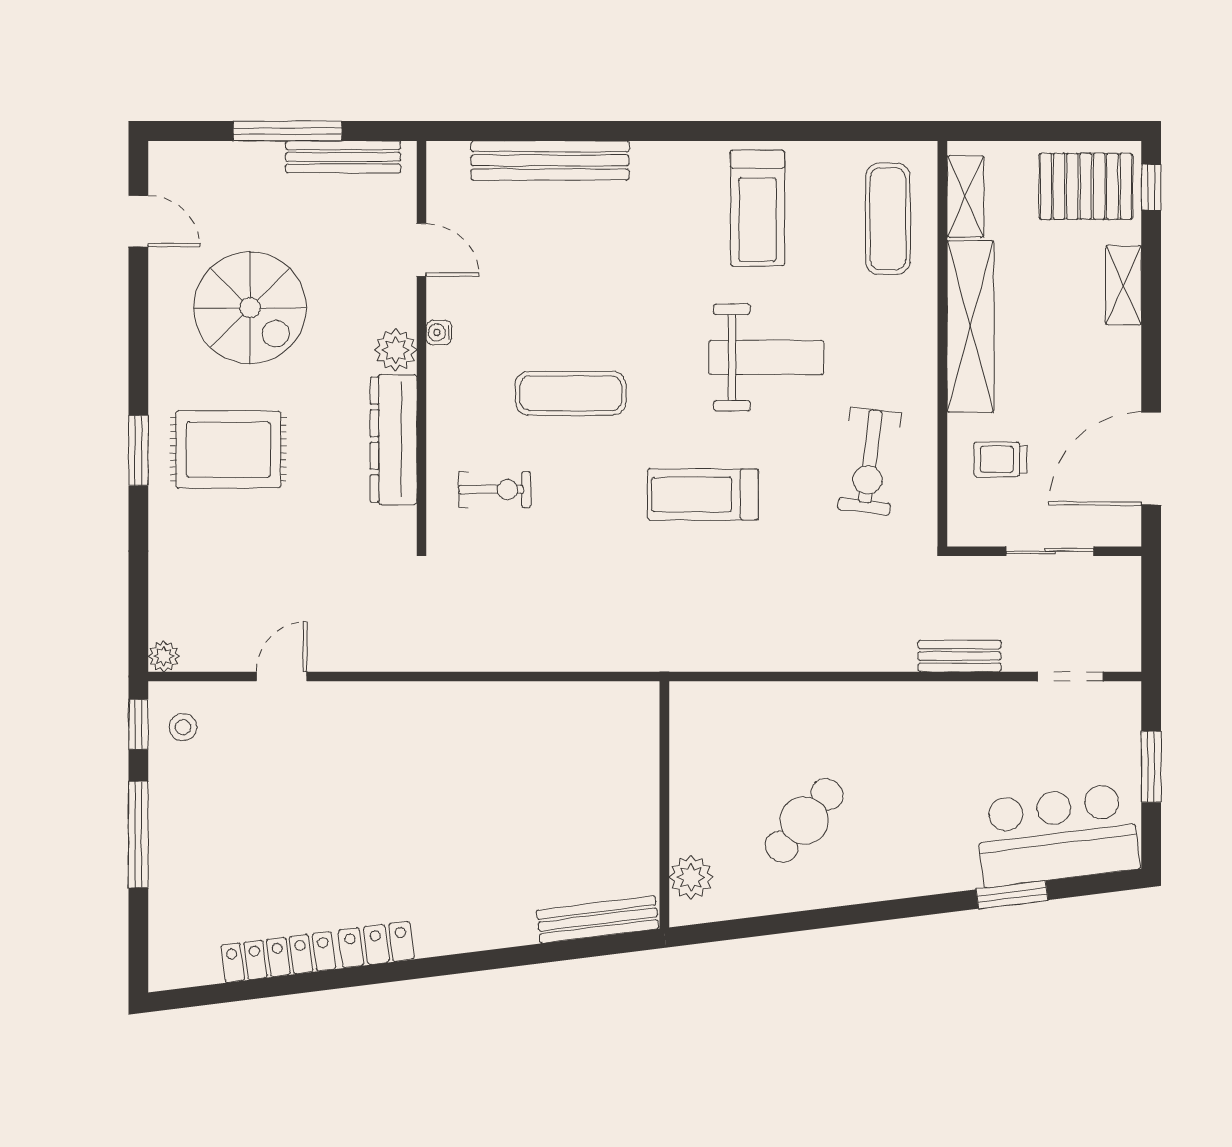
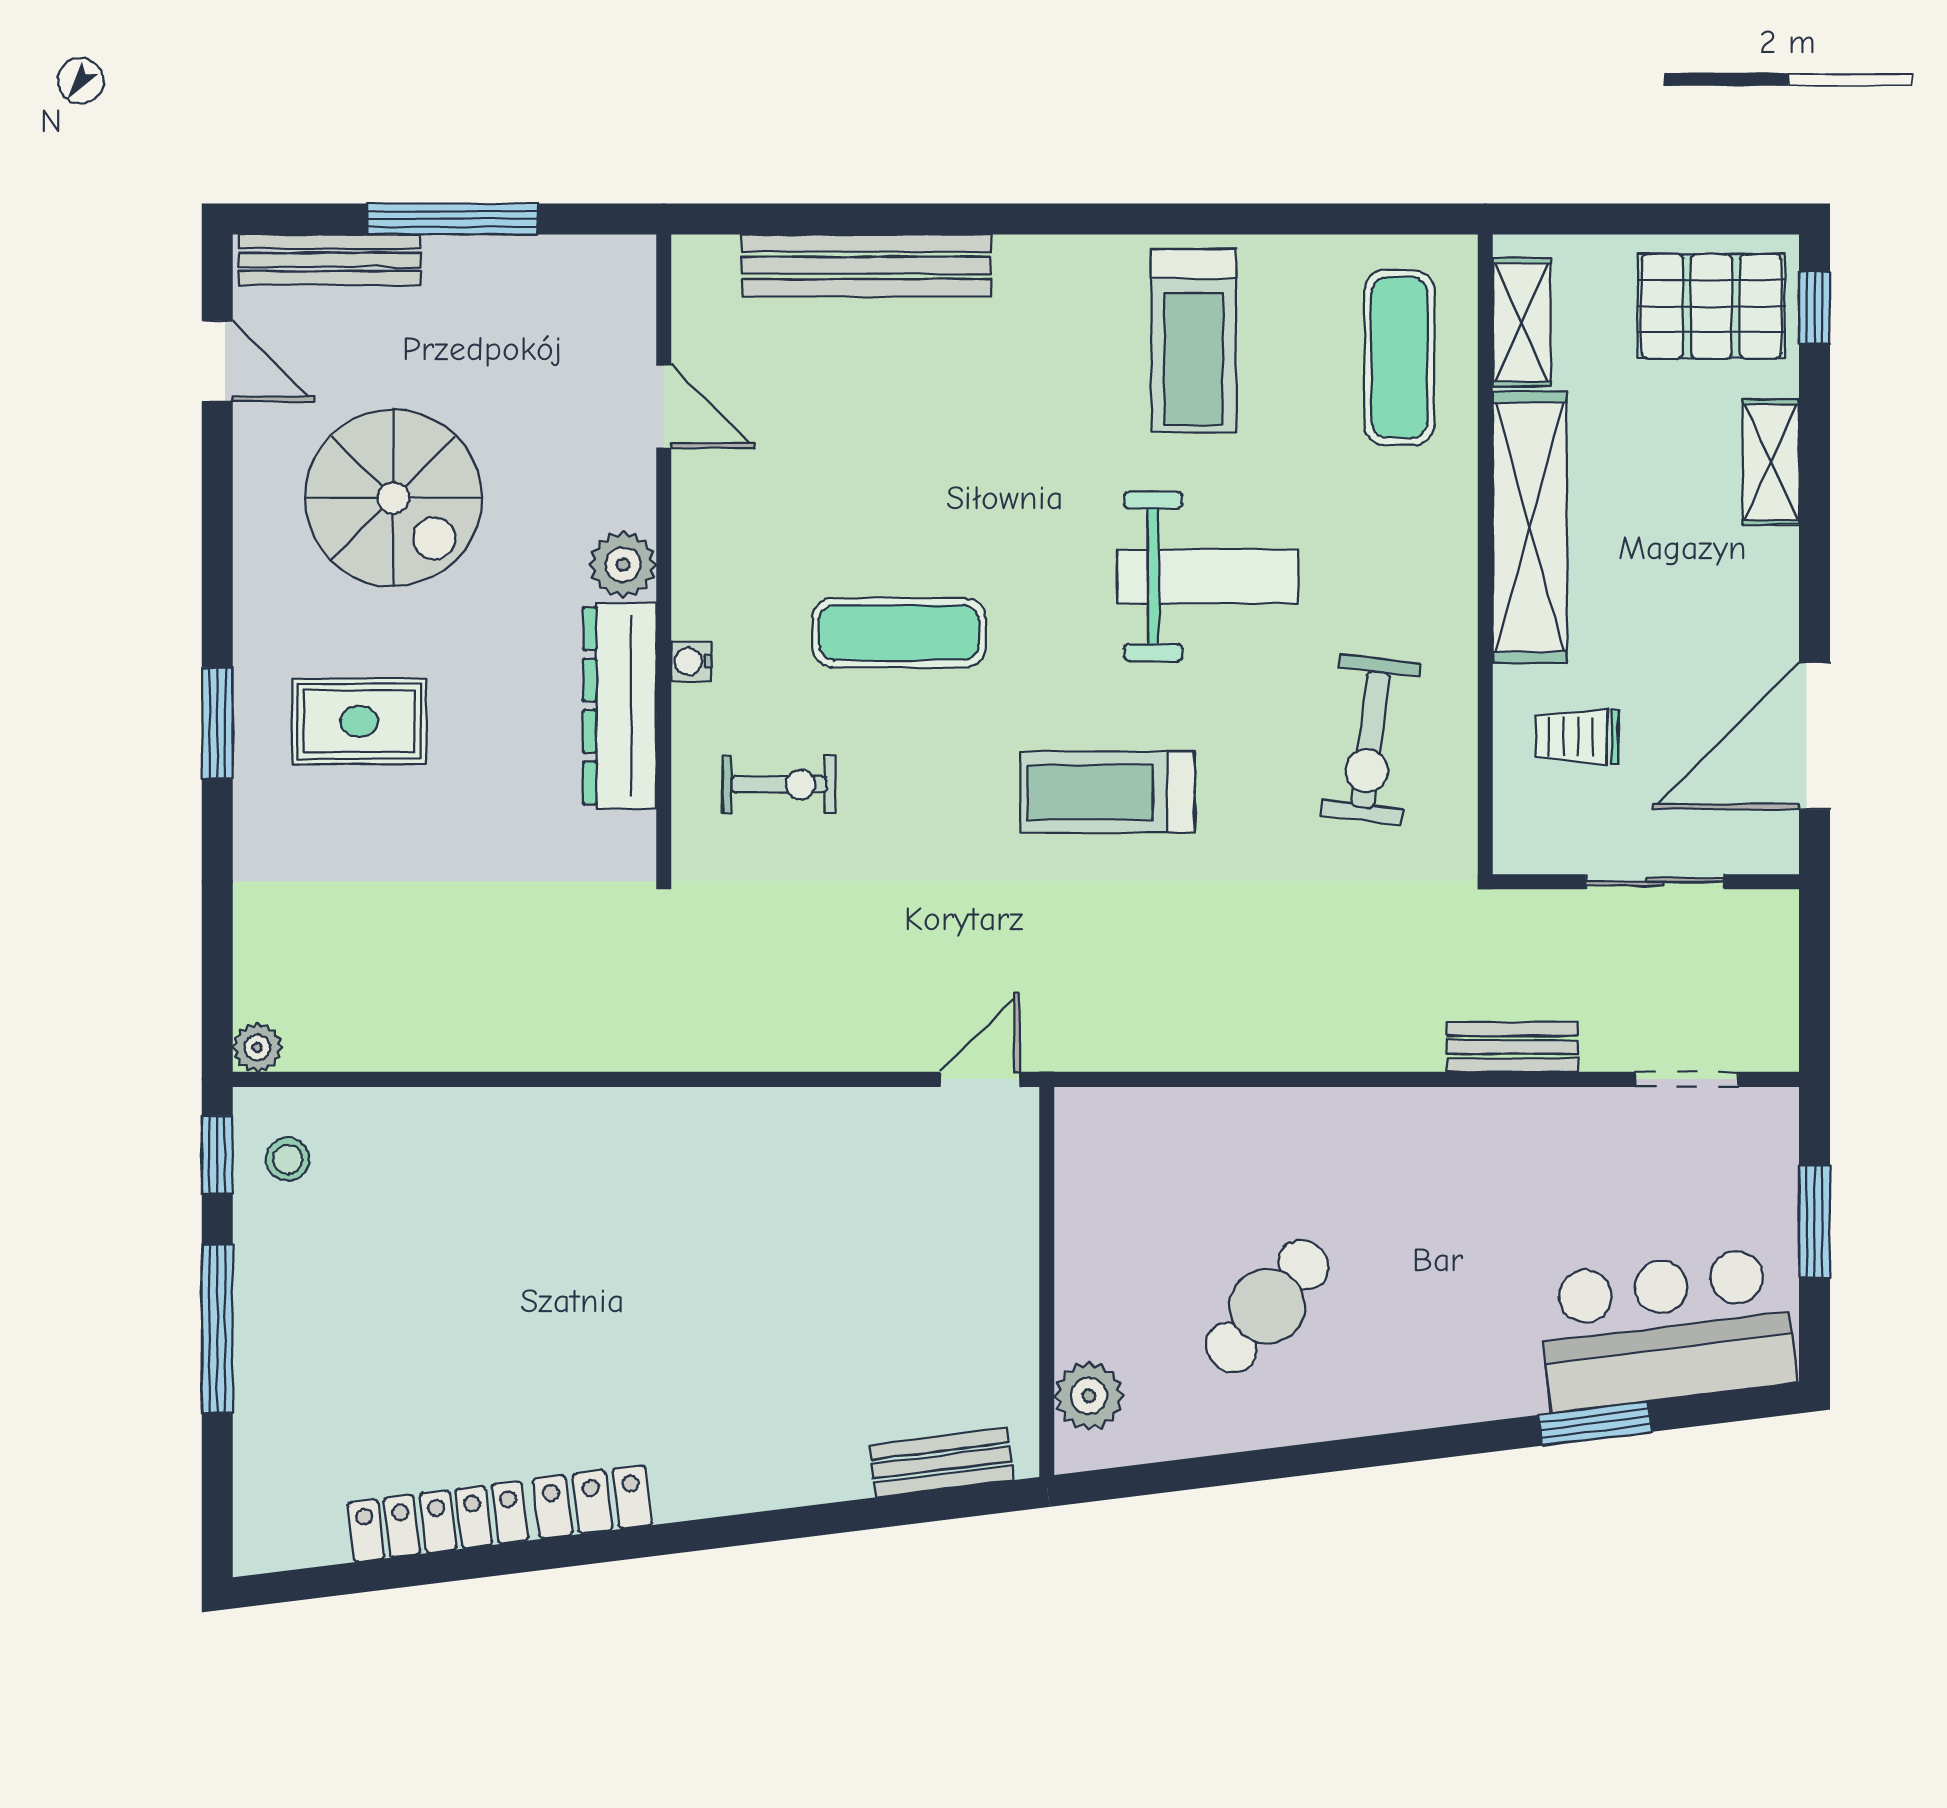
bench: (343, 157) -> (330, 260), moved
water cooler: (439, 333) -> (691, 661), moved
rug: (228, 450) -> (359, 721), width x0.73, depth x0.70
door: (282, 677) -> (980, 1079), moved
bench: (598, 919) -> (942, 1462), width x0.73

